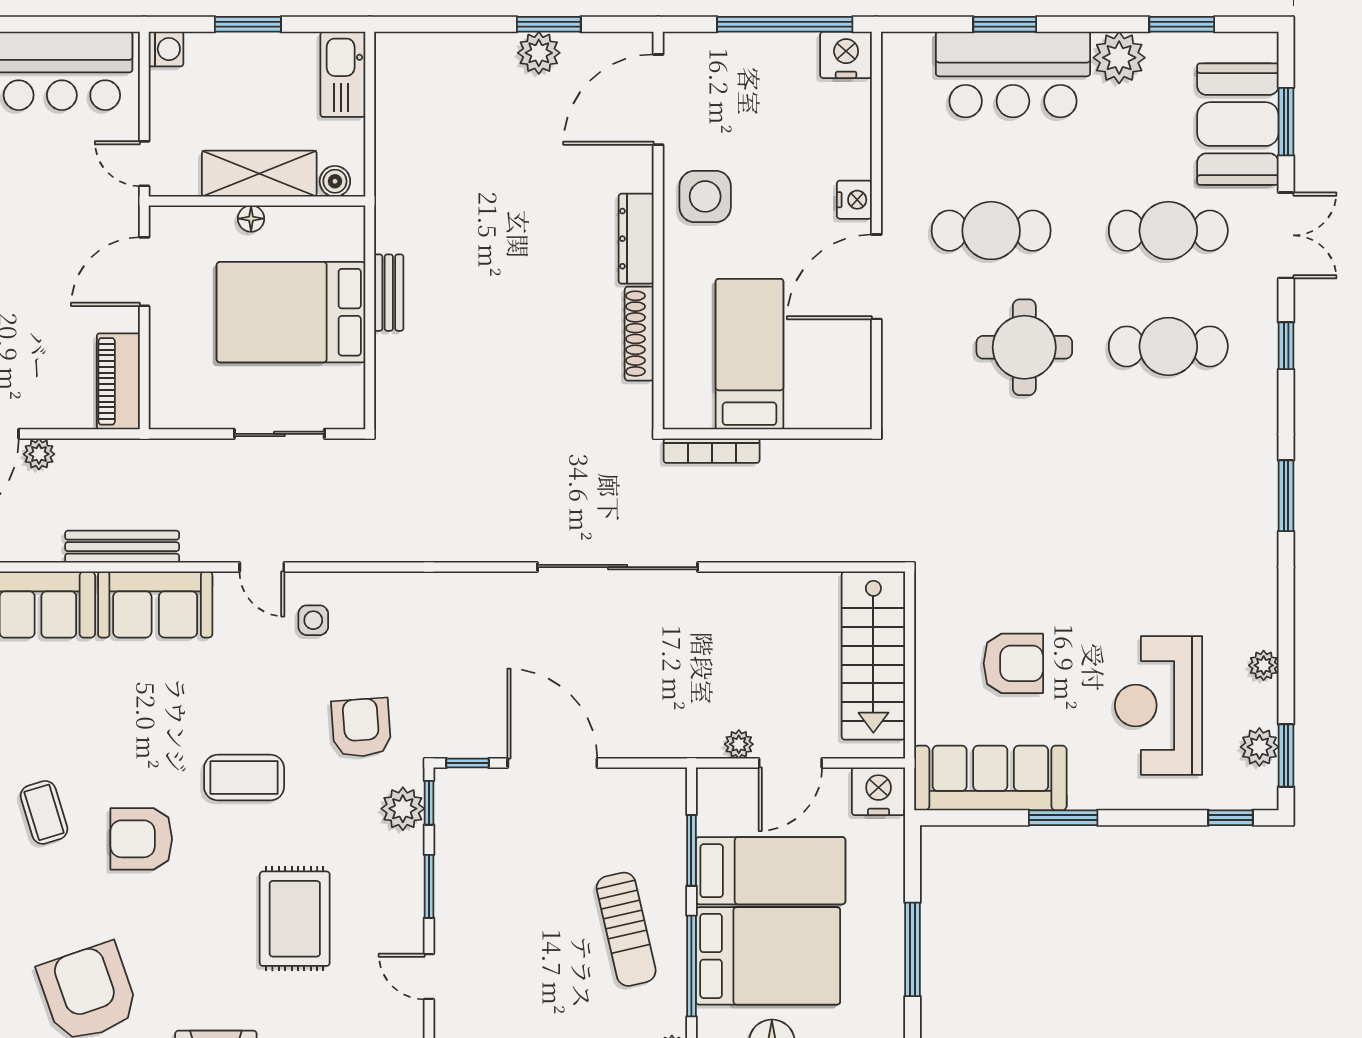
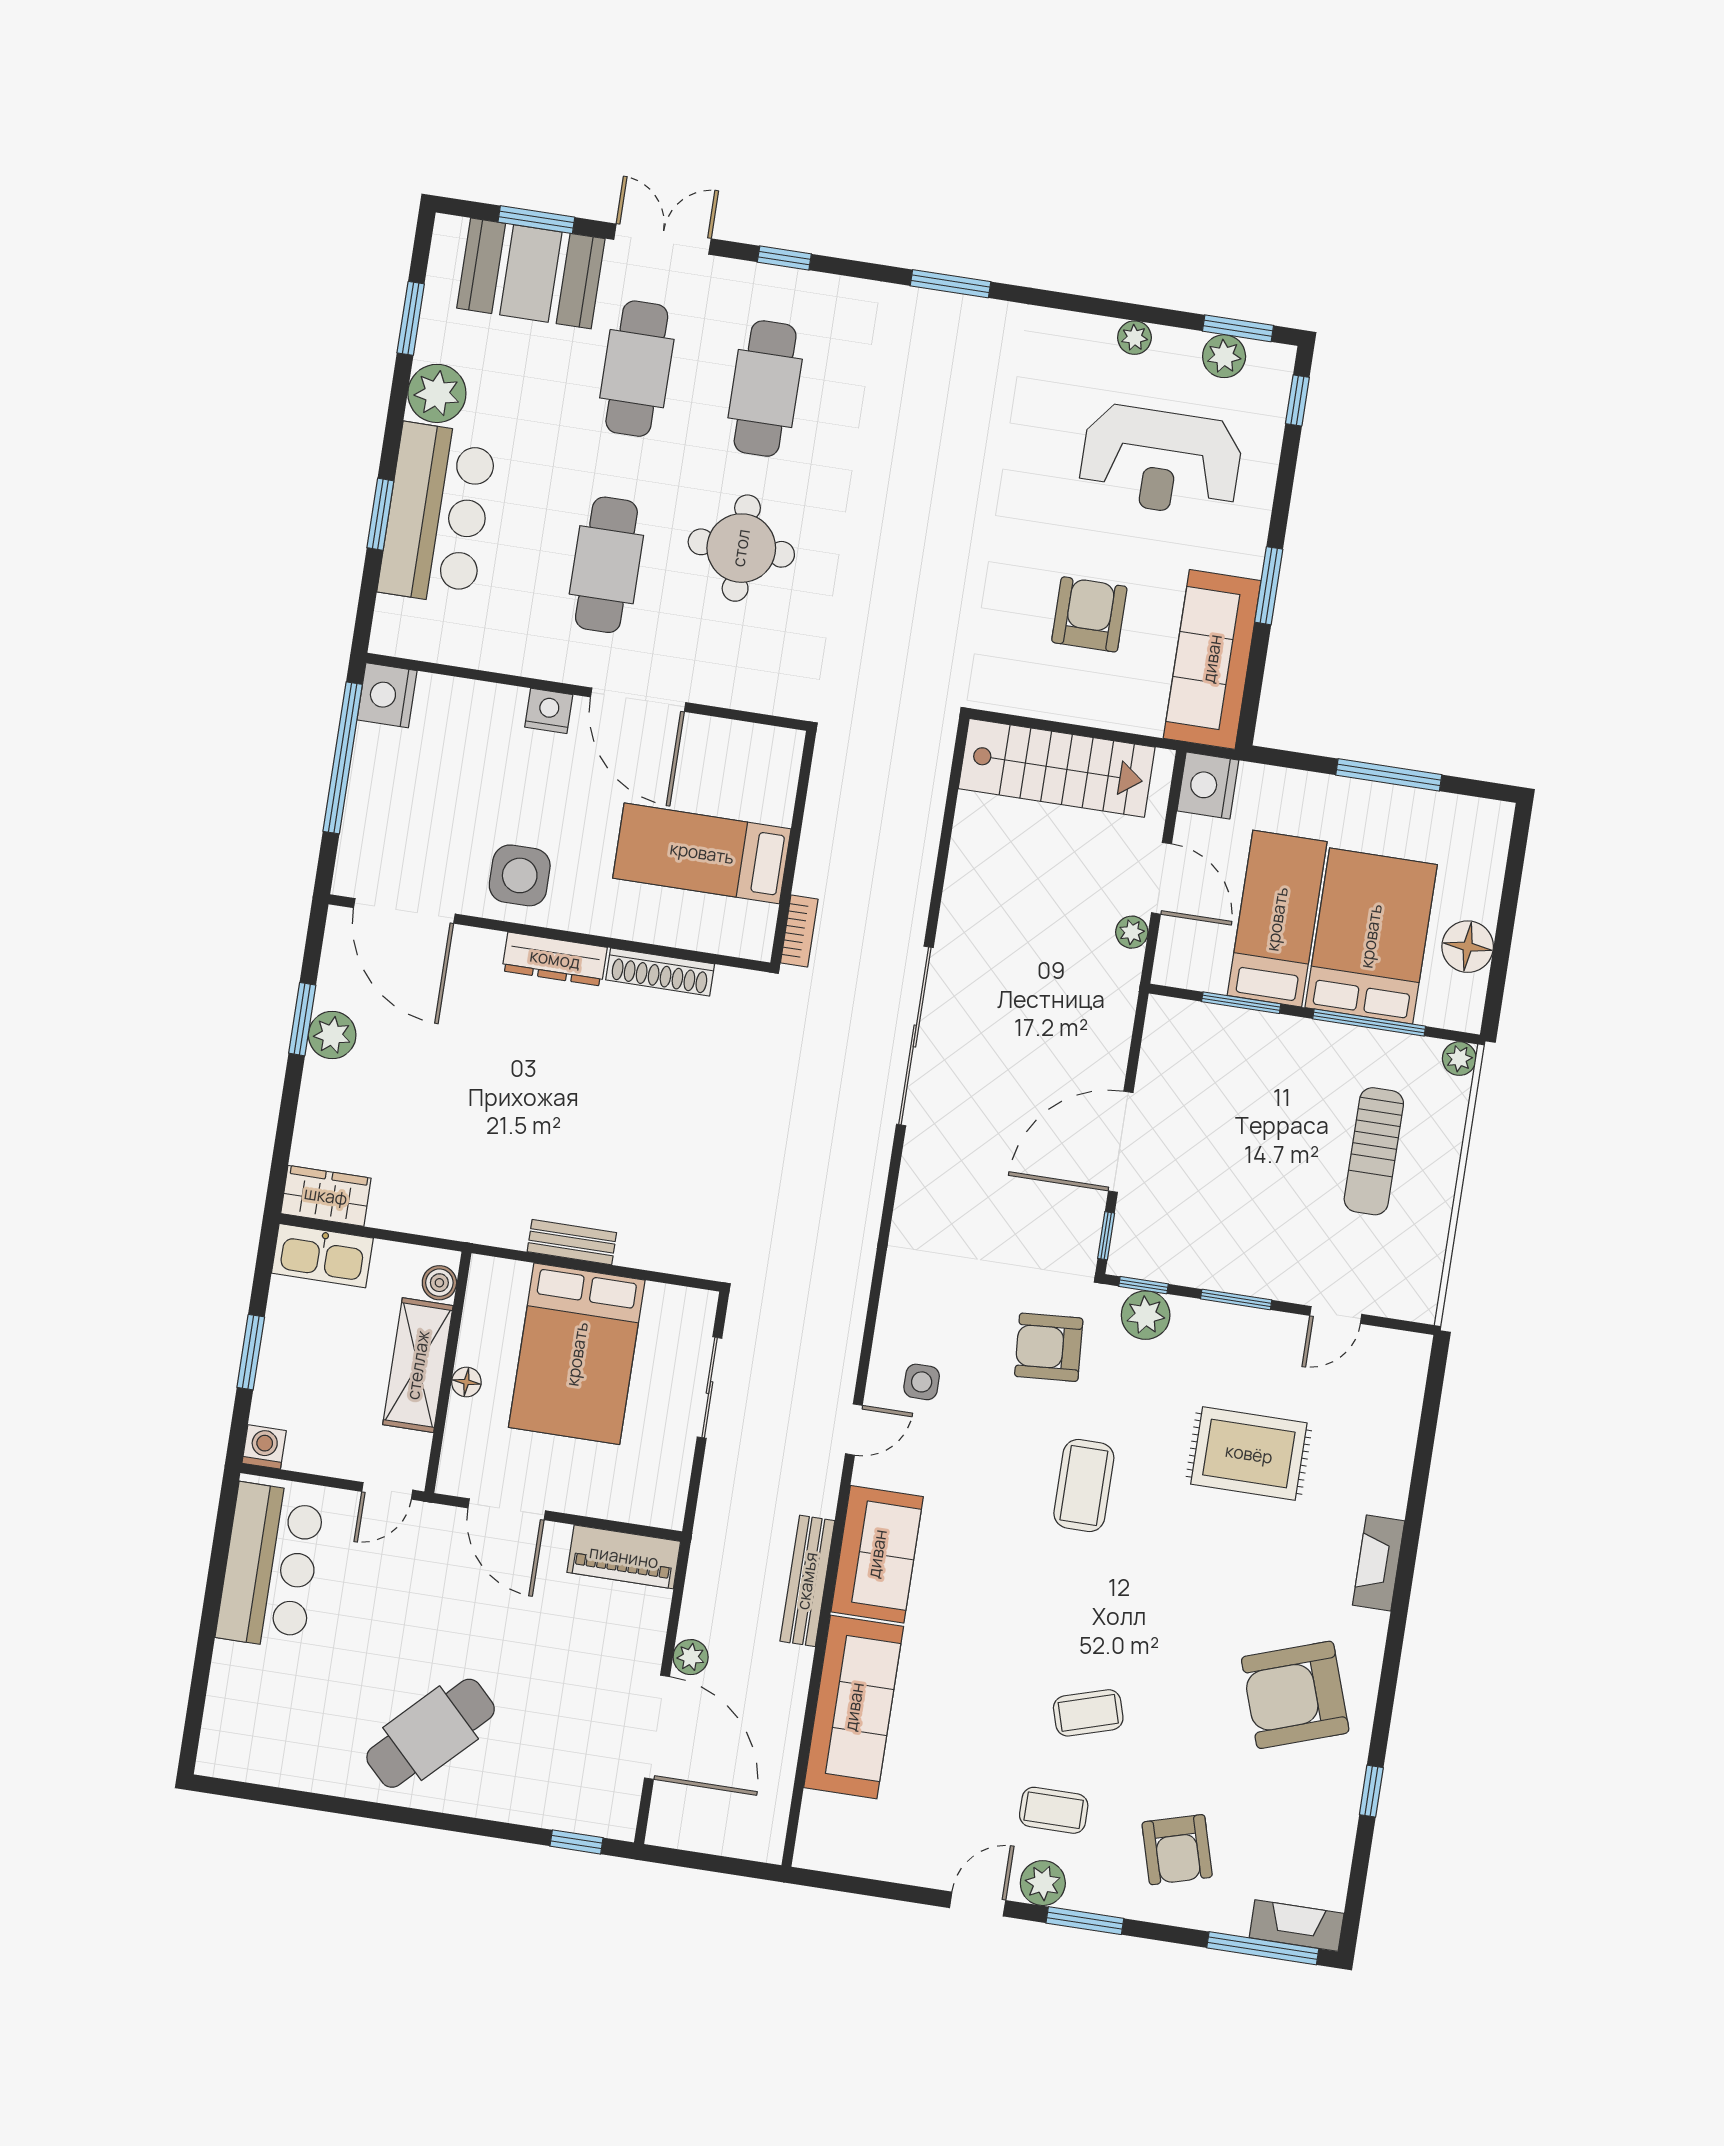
wardrobe: (396, 69) -> (326, 1196), added
bookcase: (712, 451) -> (799, 931), width x0.64
armchair: (141, 839) -> (1134, 1610), removed
sun lounger: (626, 929) -> (1374, 1151), moved, turned 103

